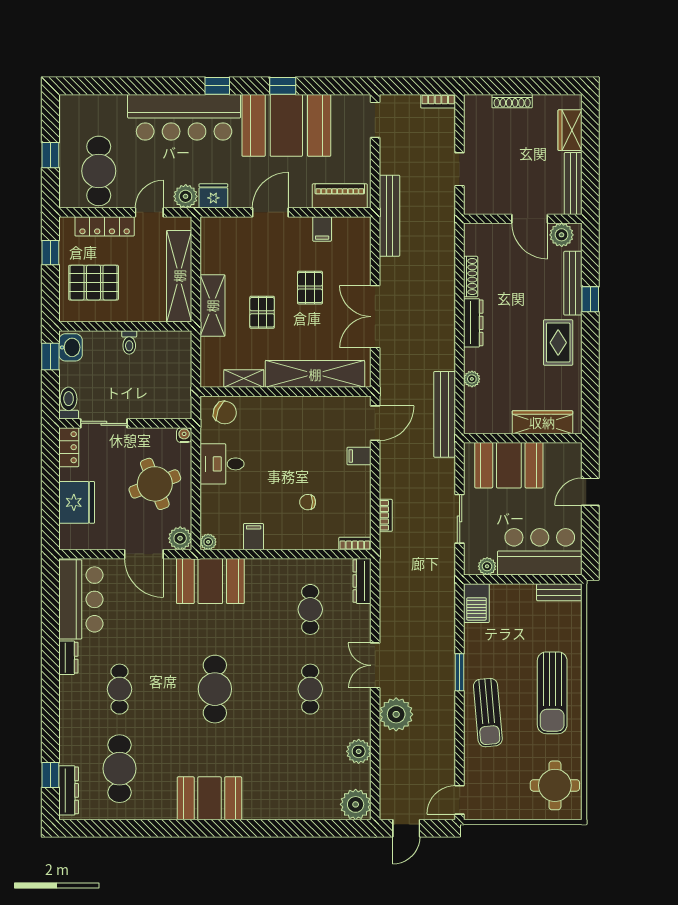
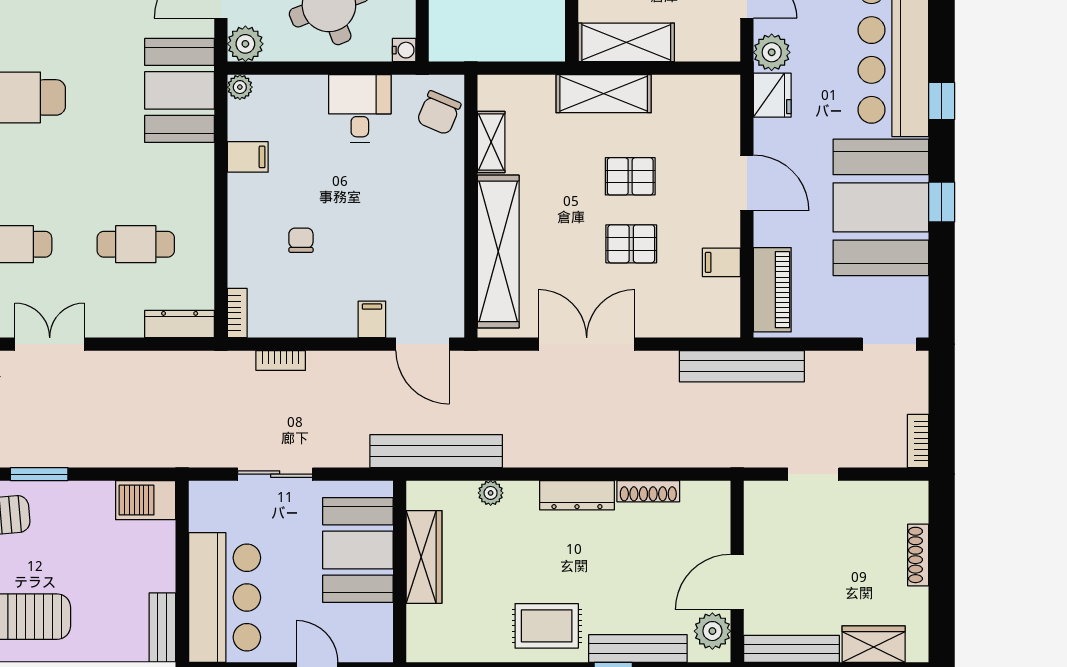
shelving: (179, 276) -> (626, 42), width x0.68
pallet: (262, 312) -> (630, 176), moved
wardrobe: (542, 422) -> (424, 557), moved
plant: (487, 566) -> (202, 516), removed

